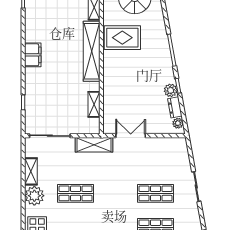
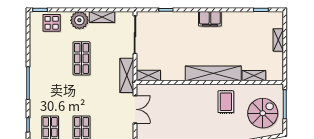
rug: (122, 38) -> (226, 102), width x0.73, depth x0.70
shelving: (94, 104) -> (148, 76), moved

